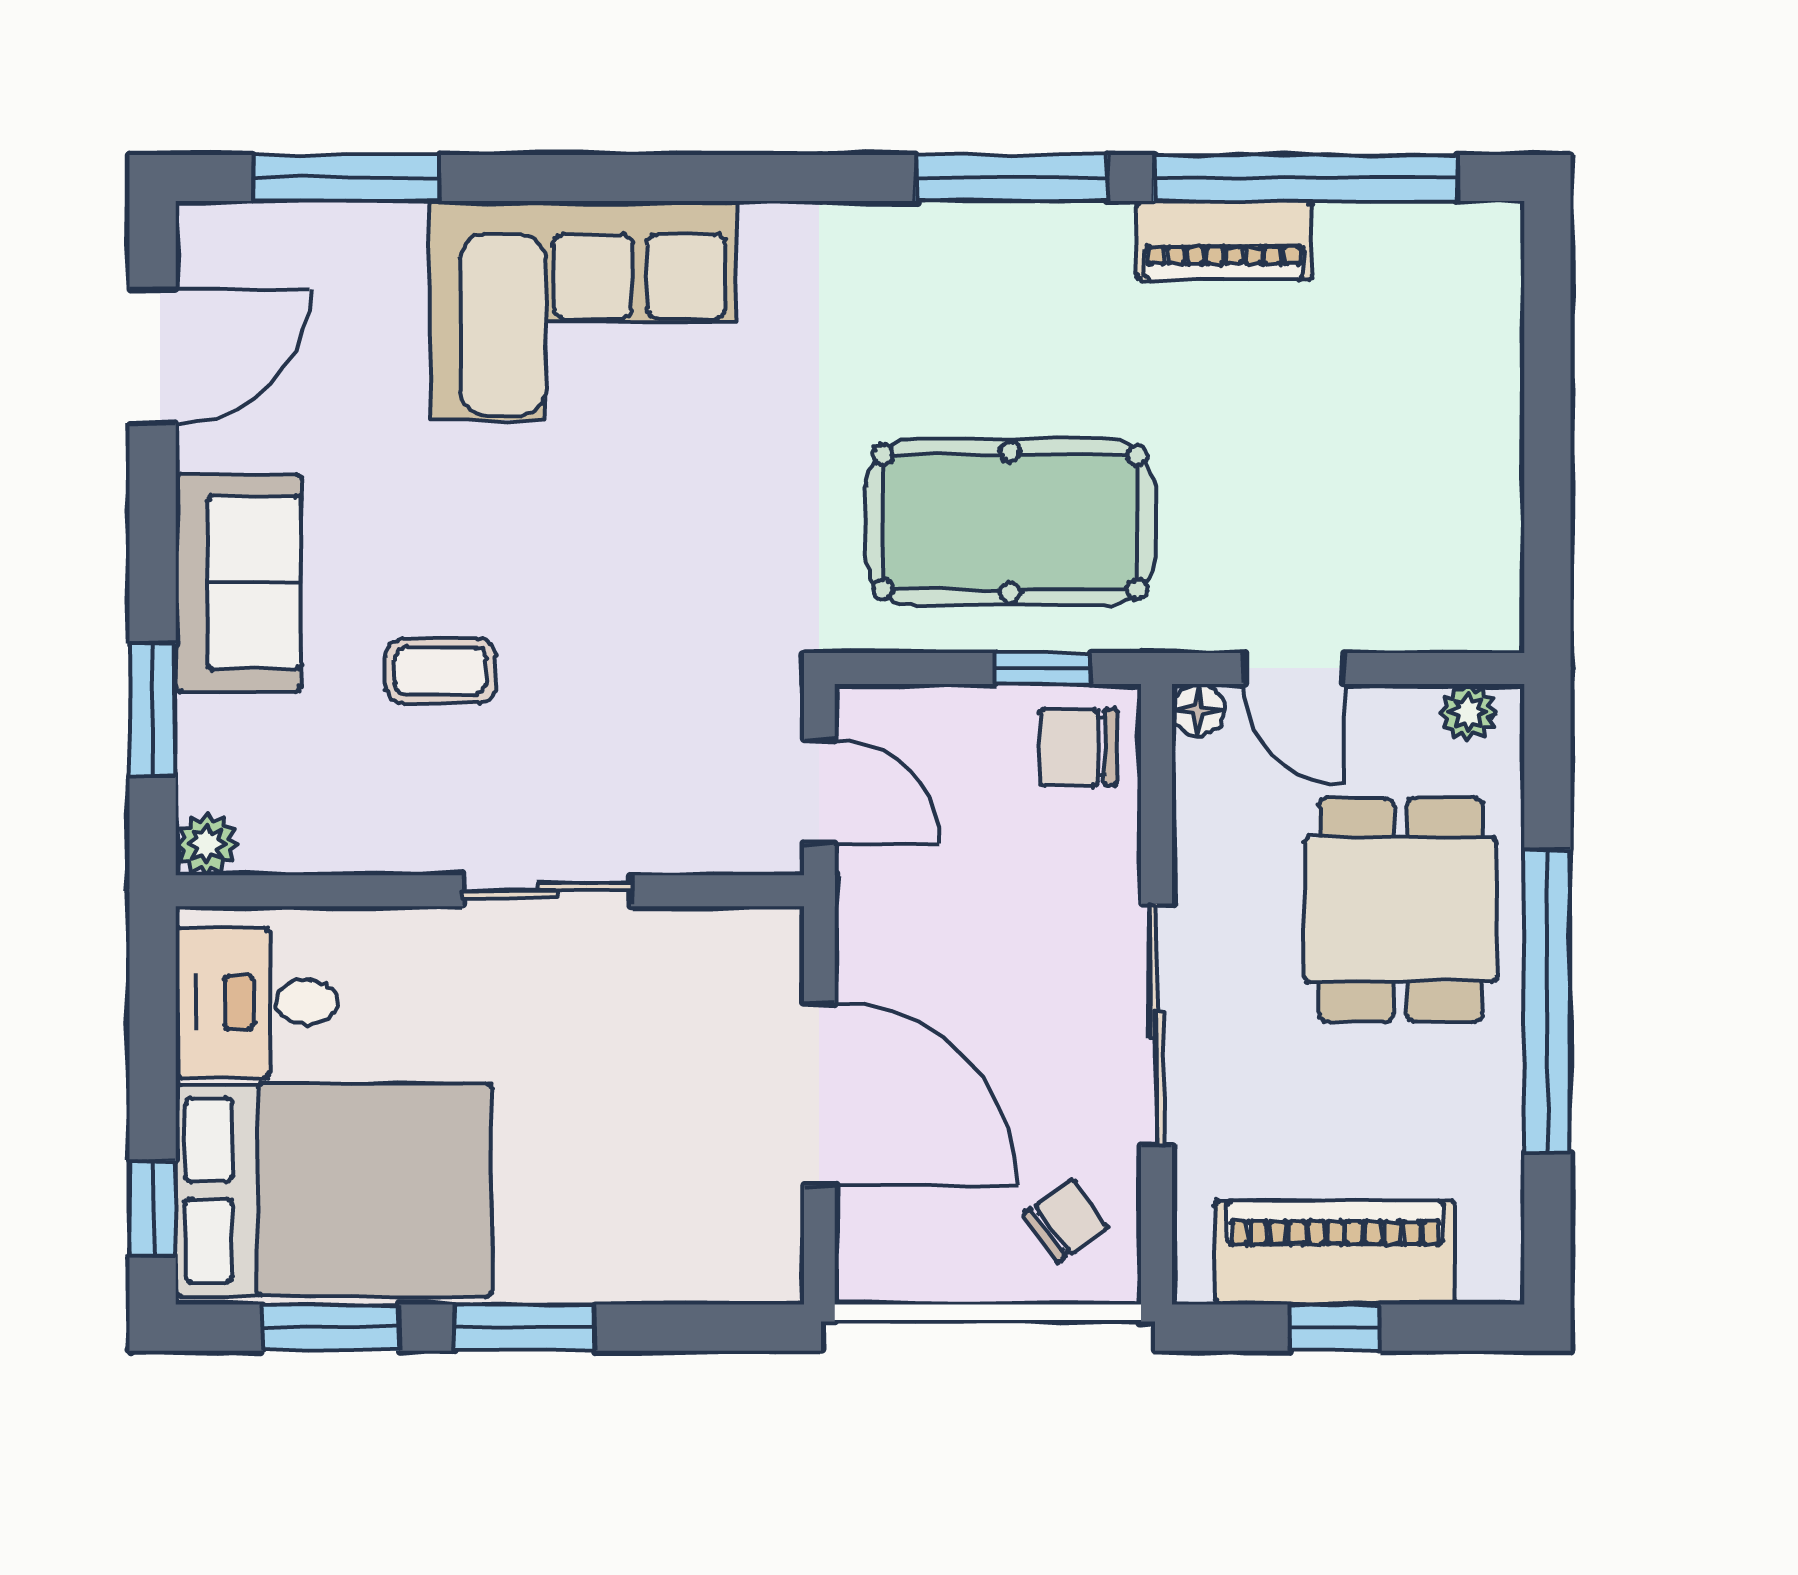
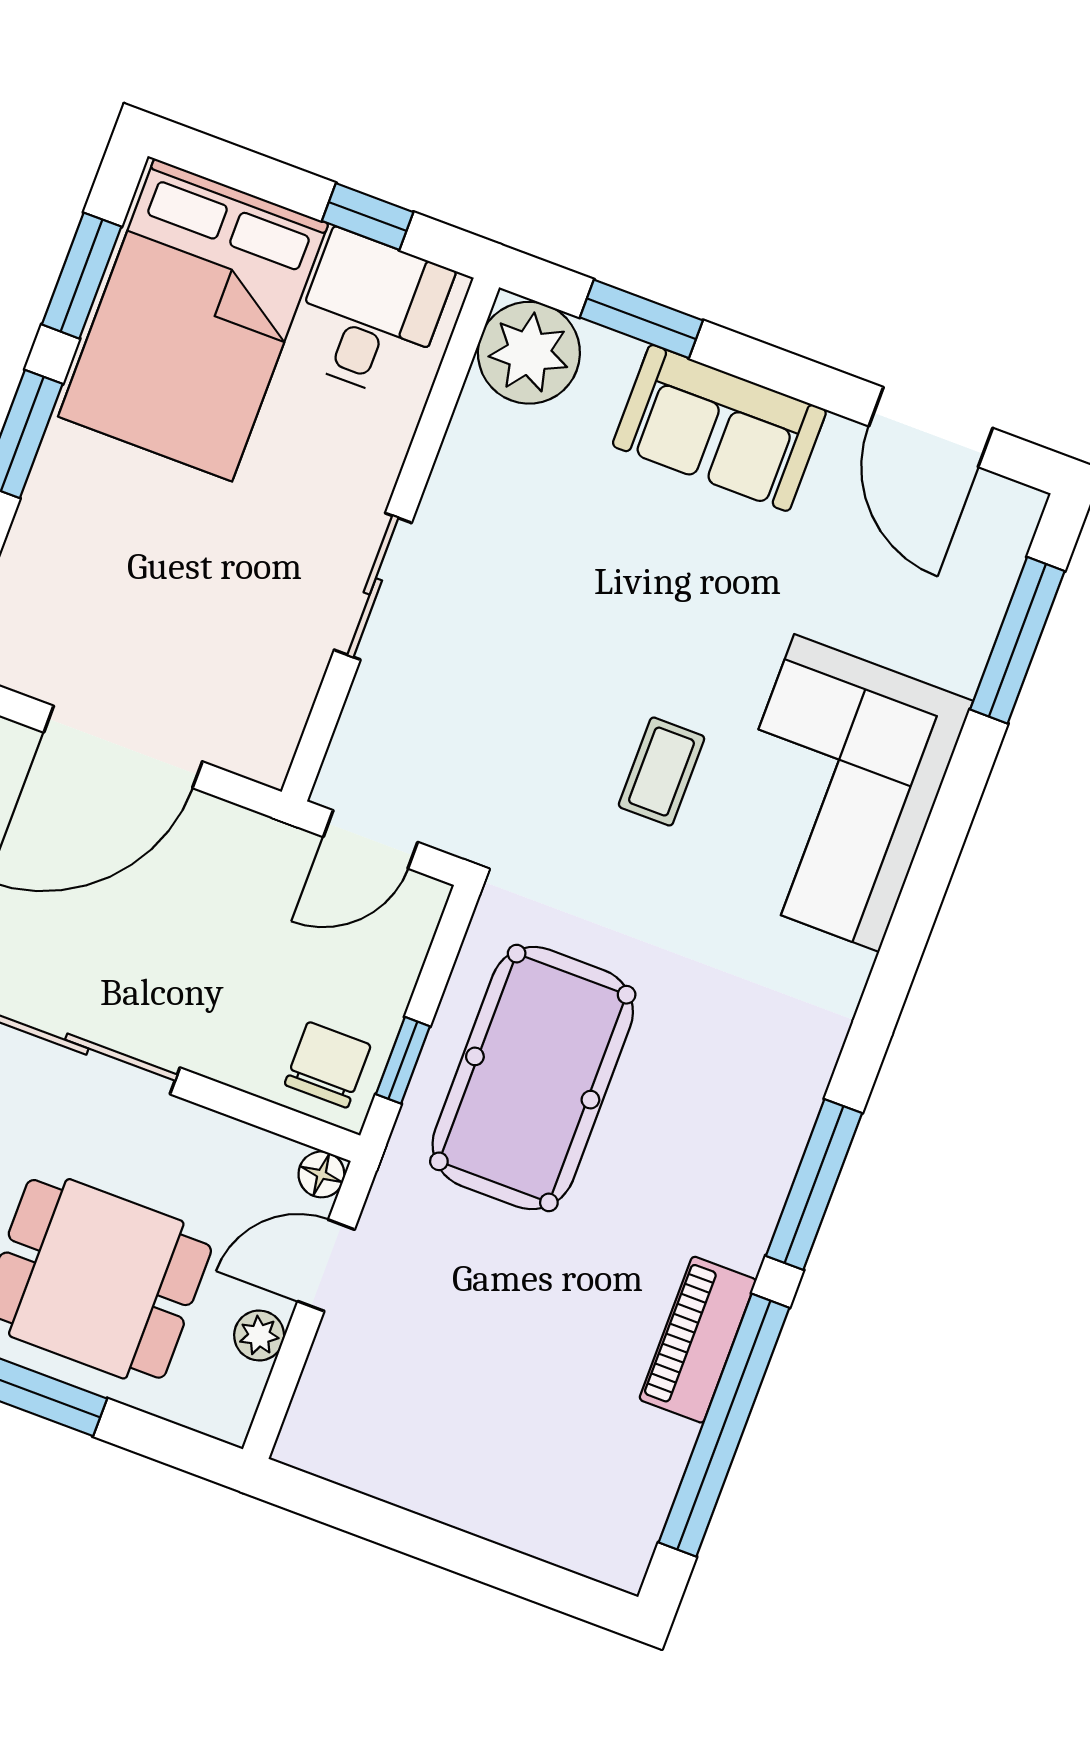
coffee table: (440, 671) -> (662, 772), moved
plant: (1468, 712) -> (259, 1335), moved
plant: (207, 844) -> (529, 353), width x1.87, depth x1.87
window: (153, 1208) -> (368, 217), moved

